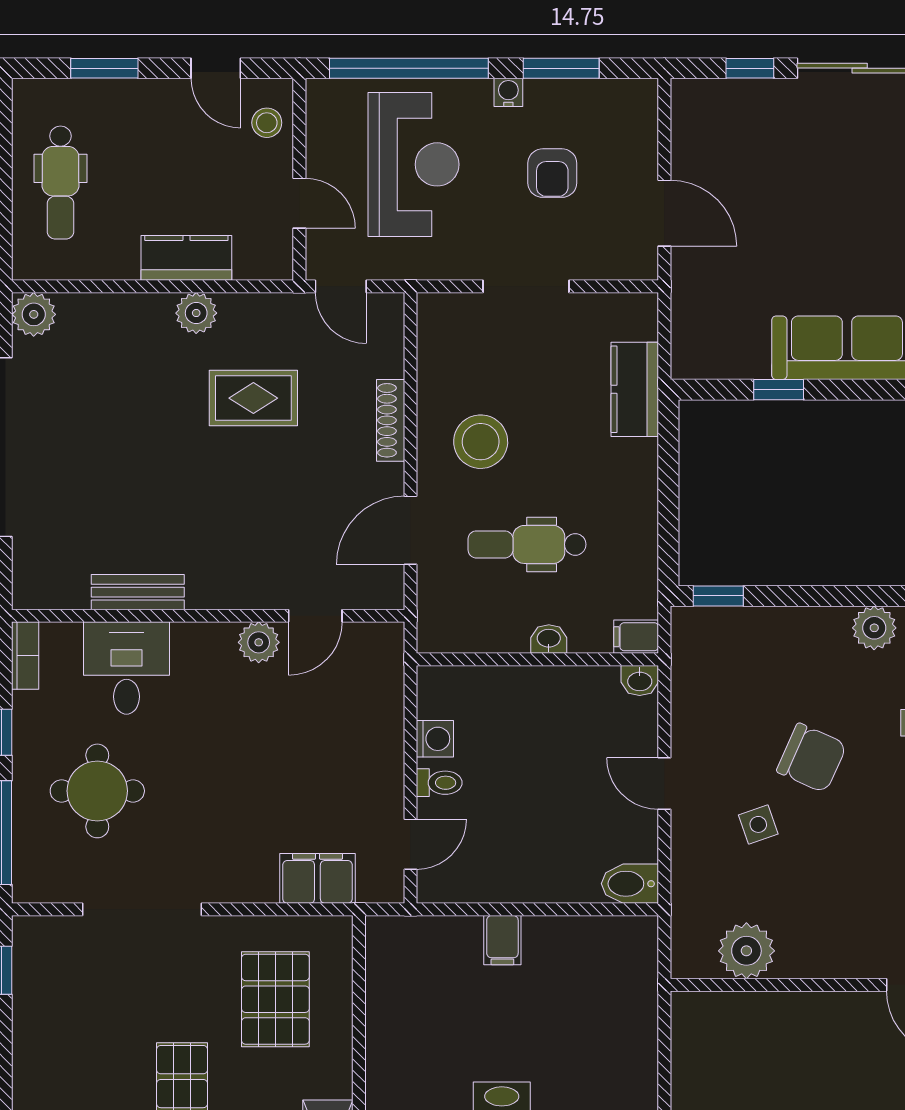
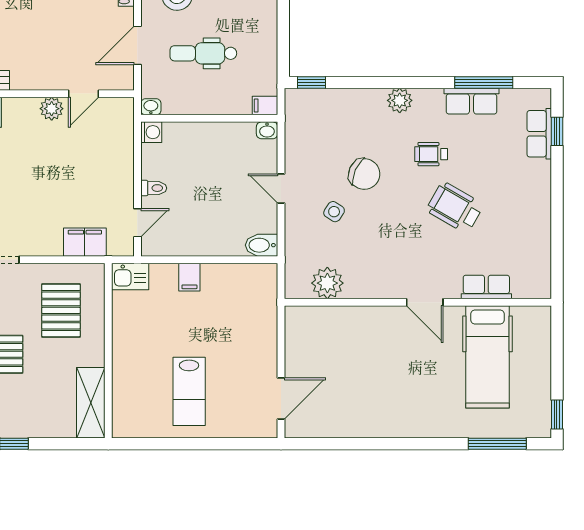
washbasin: (549, 639) -> (151, 107), moved
washing machine: (435, 739) -> (151, 132), moved
side table: (758, 824) -> (334, 212), turned -38
kitchen sink: (398, 939) -> (130, 277), added

